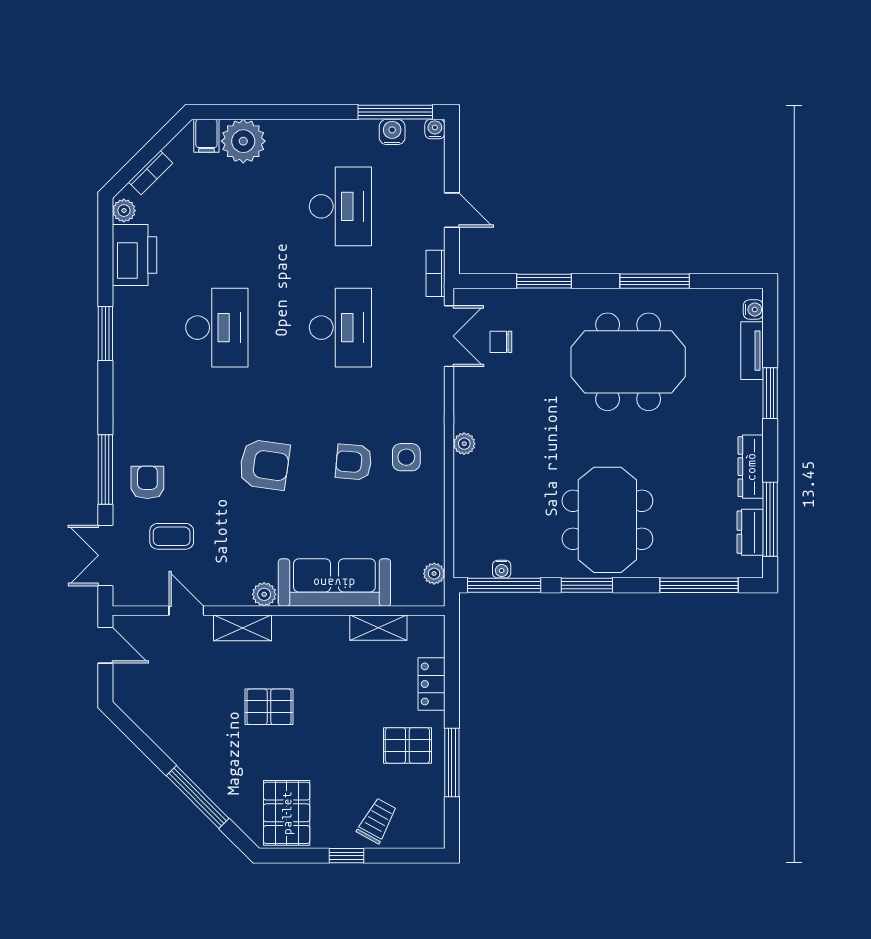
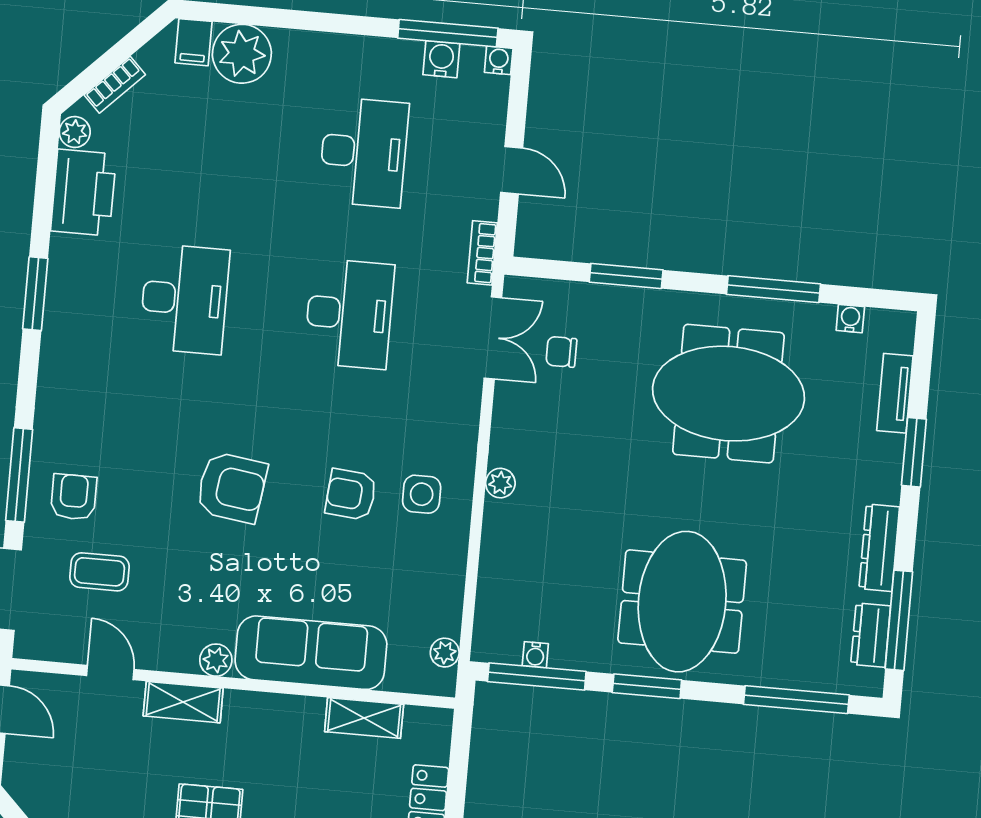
water cooler: (753, 310) -> (850, 319), moved, turned -90

